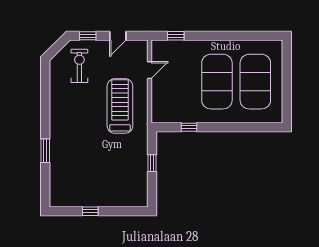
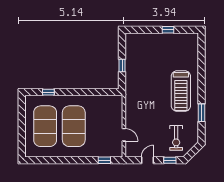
door: (150, 70) -> (124, 135), swing flipped
treadmill: (120, 106) -> (181, 91), moved
window: (189, 127) -> (48, 92), moved
window: (45, 151) -> (202, 113), moved

